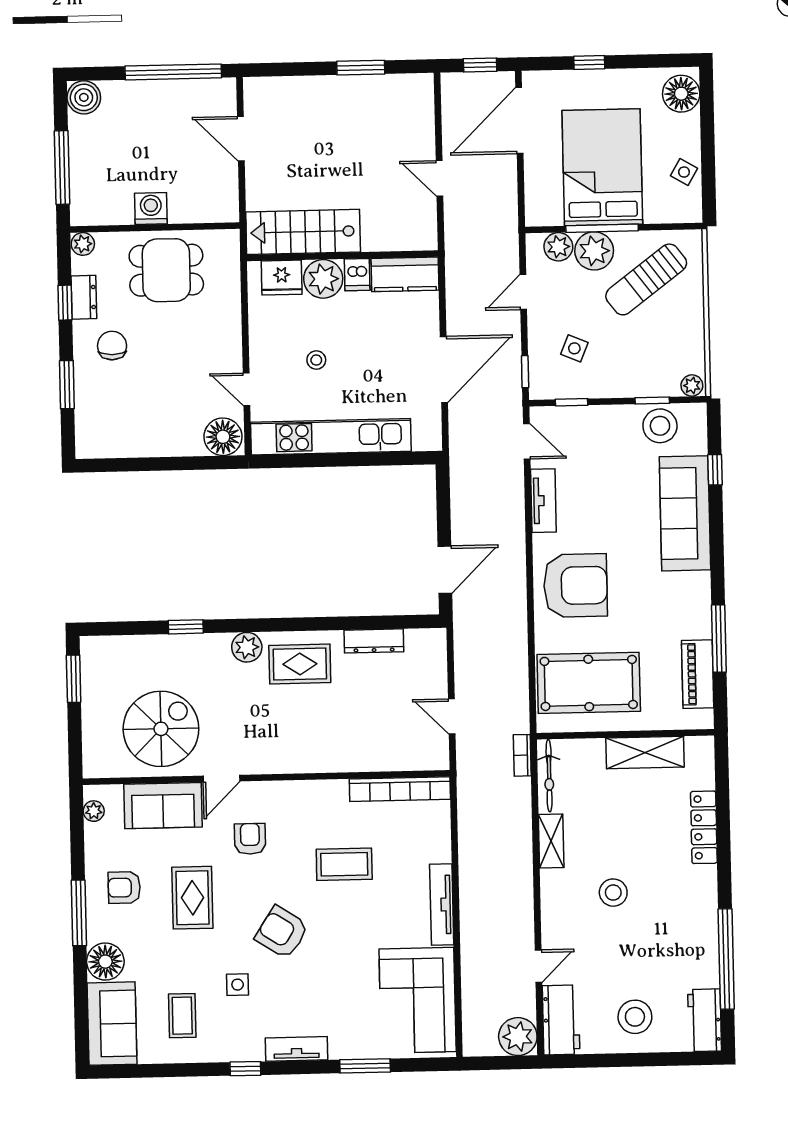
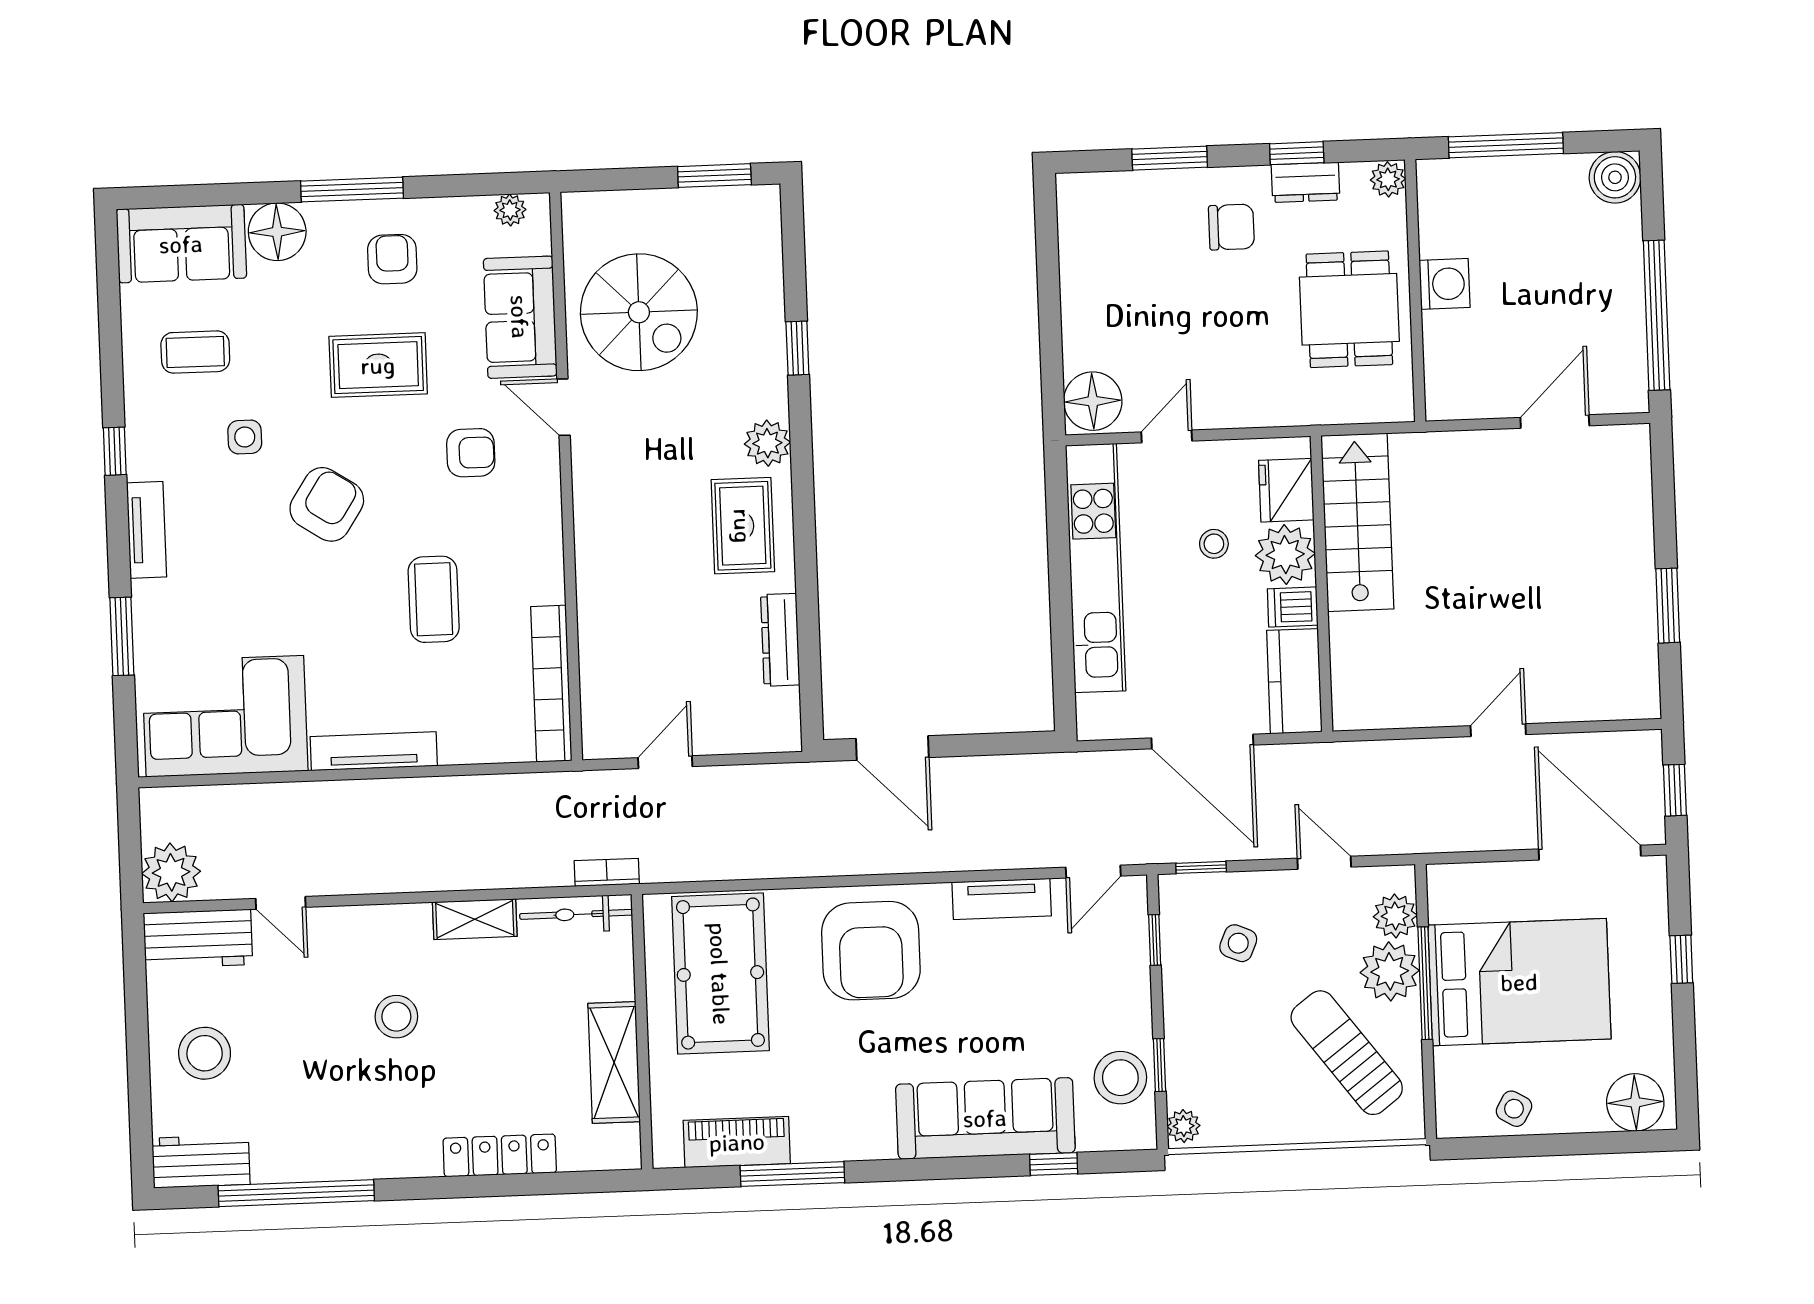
stairs: (303, 232) -> (1357, 522), moved
wall: (342, 256) -> (1321, 584), moved
kitchen counter: (405, 274) -> (1294, 681), moved
dishwasher: (357, 275) -> (1293, 607), moved
fridge: (282, 278) -> (1286, 490), moved
plant: (323, 279) -> (1285, 555), moved

